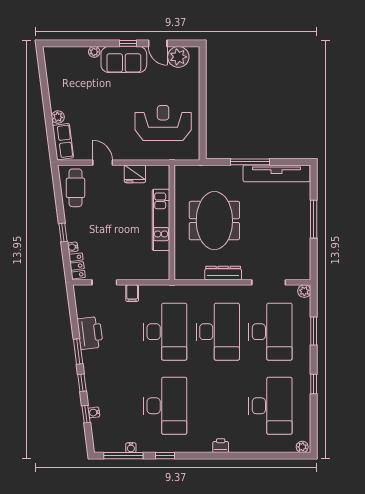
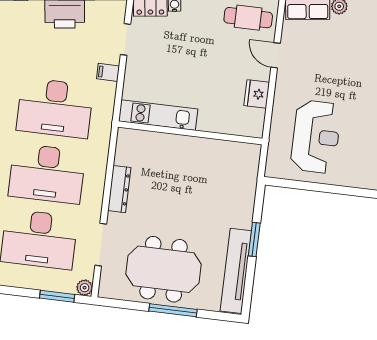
window: (250, 162) -> (254, 239), width x0.69
door: (103, 163) -> (276, 55), swing flipped
kitchen unit: (161, 220) -> (158, 115), moved
meeting table: (214, 221) -> (164, 269), moved
window: (314, 331) -> (57, 296), moved

